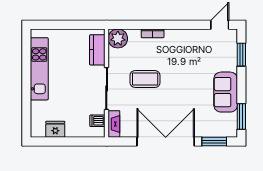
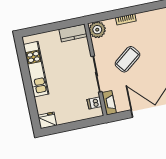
kitchen counter: (97, 50) -> (73, 33), moved, turned -90
coffee table: (145, 79) -> (127, 59), turned -38
fridge: (55, 129) -> (47, 120), moved

